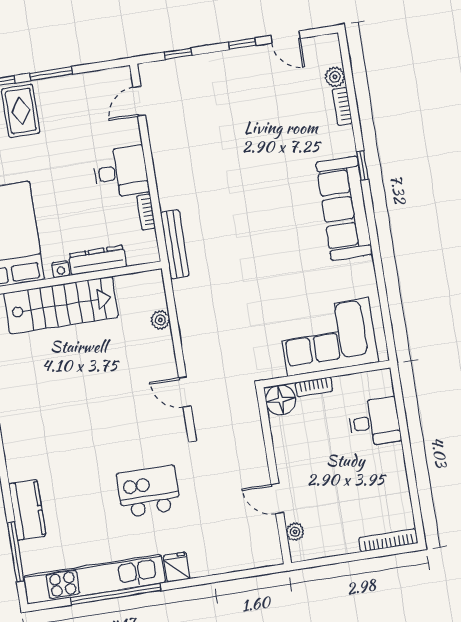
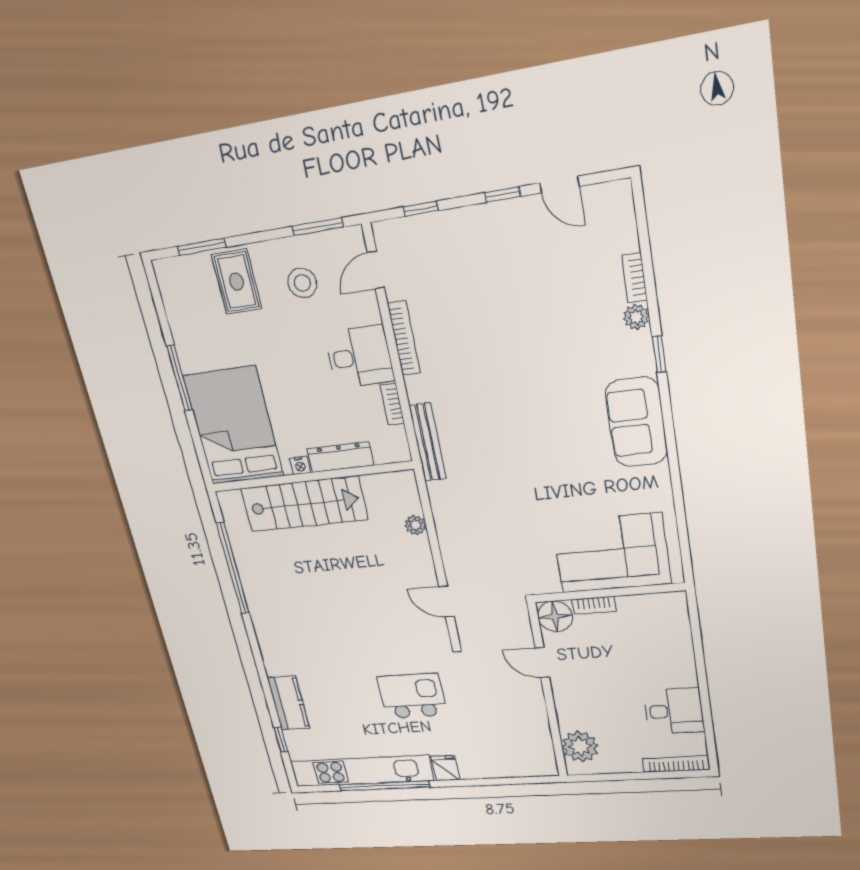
window: (51, 74) -> (318, 227), moved
plant: (335, 77) -> (636, 317), moved
stool: (77, 112) -> (302, 283), added
bookcase: (159, 156) -> (404, 338), added
sofa: (344, 208) -> (636, 422), width x0.73
desk: (375, 422) -> (674, 711), moved
door: (277, 499) -> (542, 663), moved
plant: (295, 532) -> (580, 746), width x1.88, depth x1.88
window: (16, 552) -> (281, 740), width x0.46

